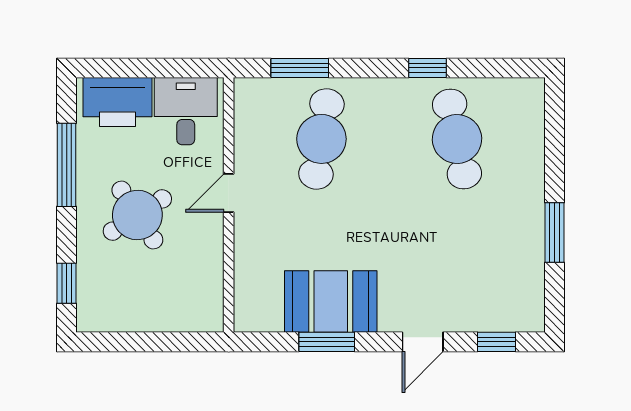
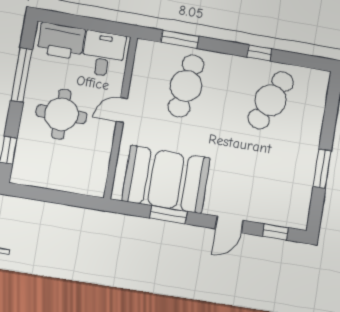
cafe table: (457, 139) -> (271, 100), turned 36
round table: (137, 215) -> (61, 114), turned 33
booth: (331, 302) -> (166, 179), width x1.36, depth x1.42

